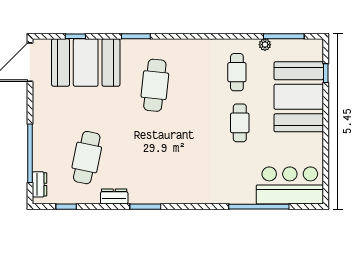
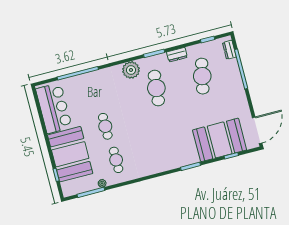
cafe table: (155, 85) -> (156, 88), moved
bar counter: (290, 186) -> (54, 108), moved, turned -90
plant: (184, 192) -> (131, 70), added

